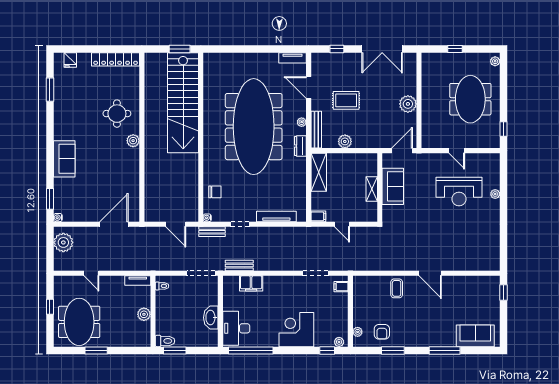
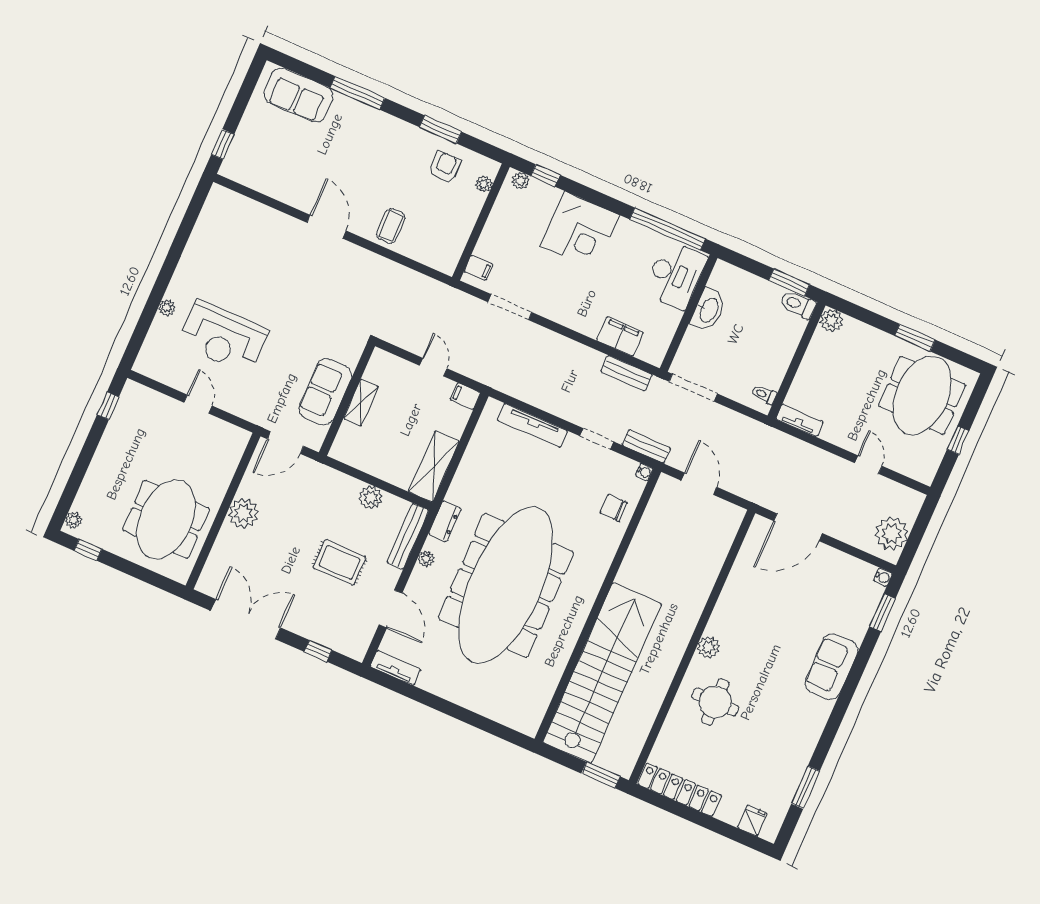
window: (180, 49) -> (601, 775), moved
window: (455, 49) -> (88, 550), moved
meeting table: (470, 99) -> (166, 519), moved
reception desk: (459, 192) -> (223, 337), turned 180
plant: (144, 314) -> (831, 321), moved

